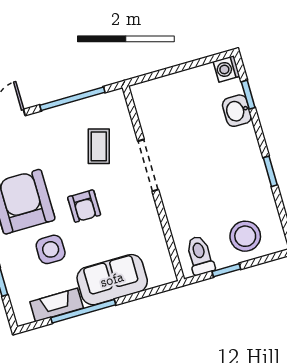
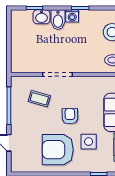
washing machine: (226, 69) -> (72, 16), moved
bidet: (240, 140) -> (58, 20), added
armchair: (84, 206) -> (70, 116), turned -91

